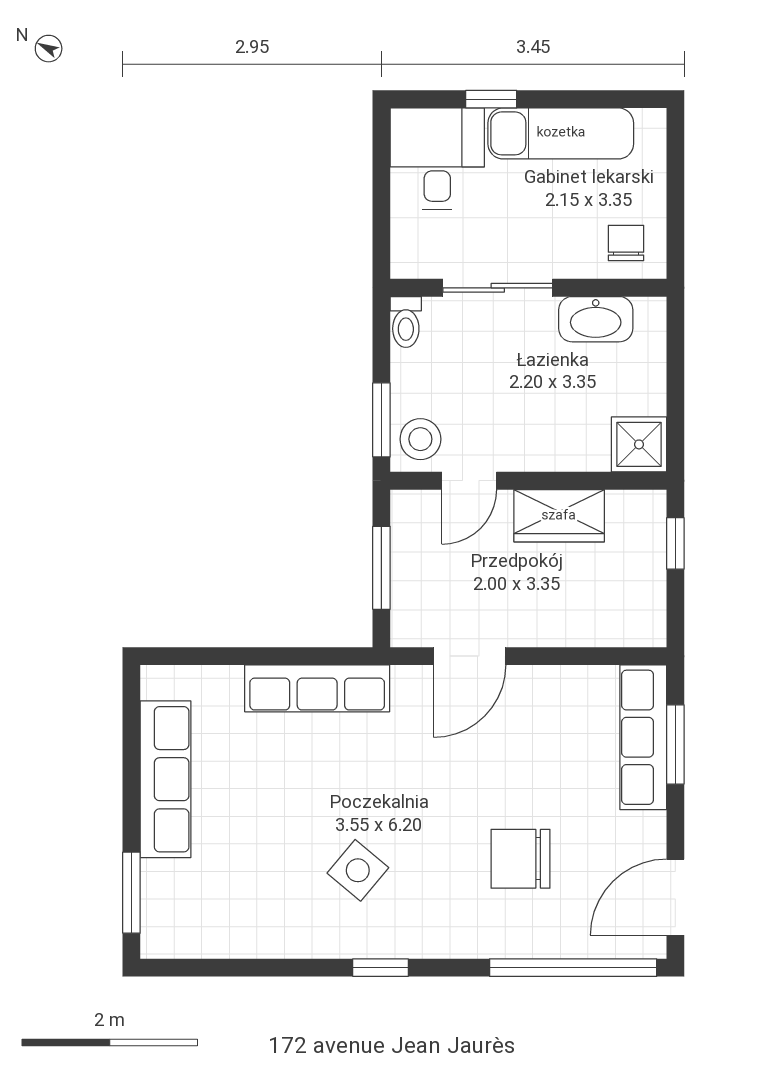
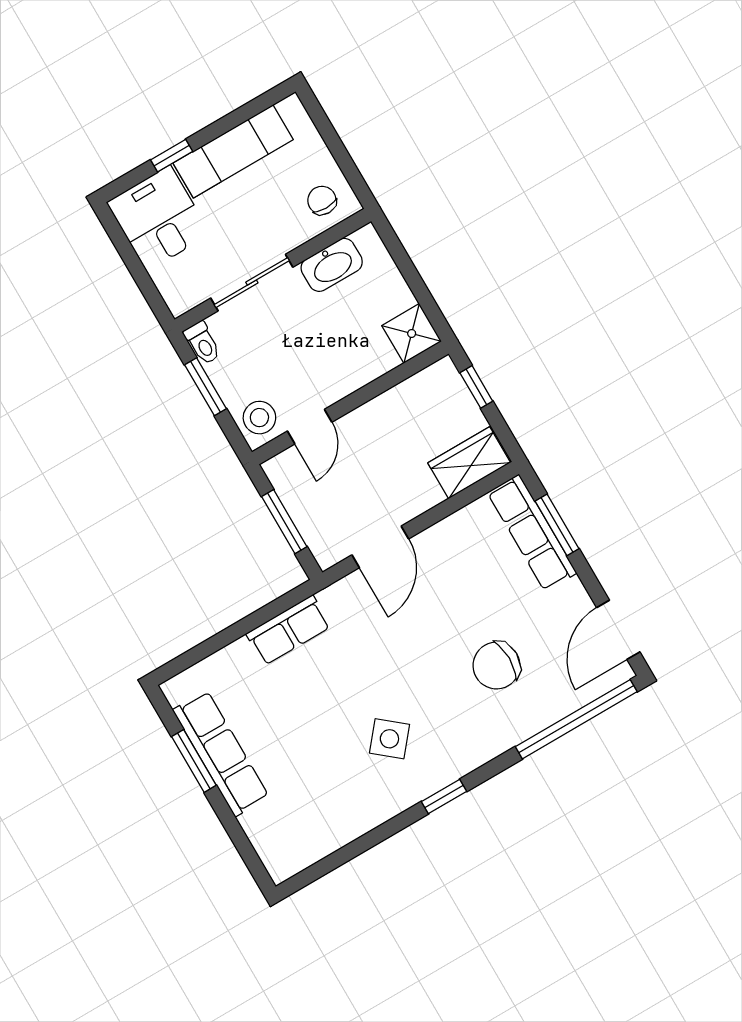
window: (381, 420) -> (206, 387), moved
wardrobe: (559, 516) -> (469, 463), moved, turned 180
row of seats: (317, 688) -> (289, 630), width x0.68
window: (131, 893) -> (194, 761), moved

